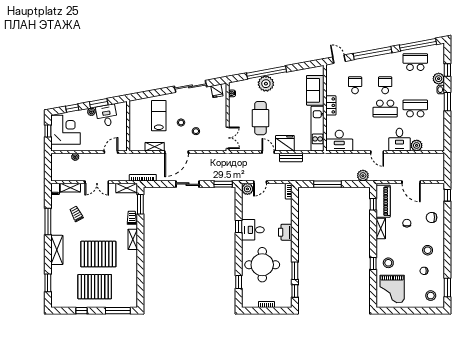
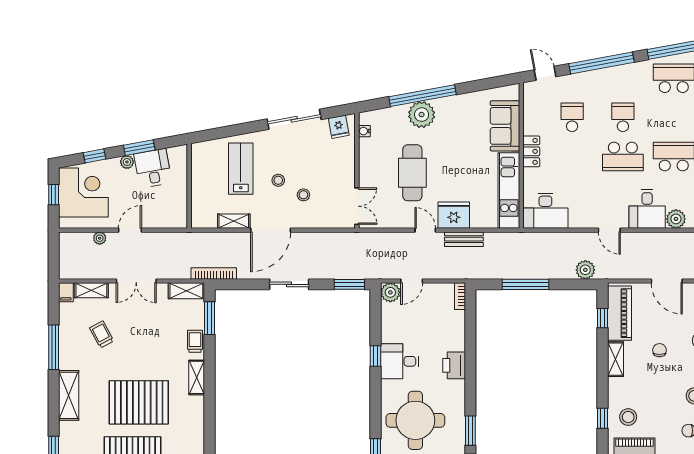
door: (111, 152) -> (130, 230), moved

